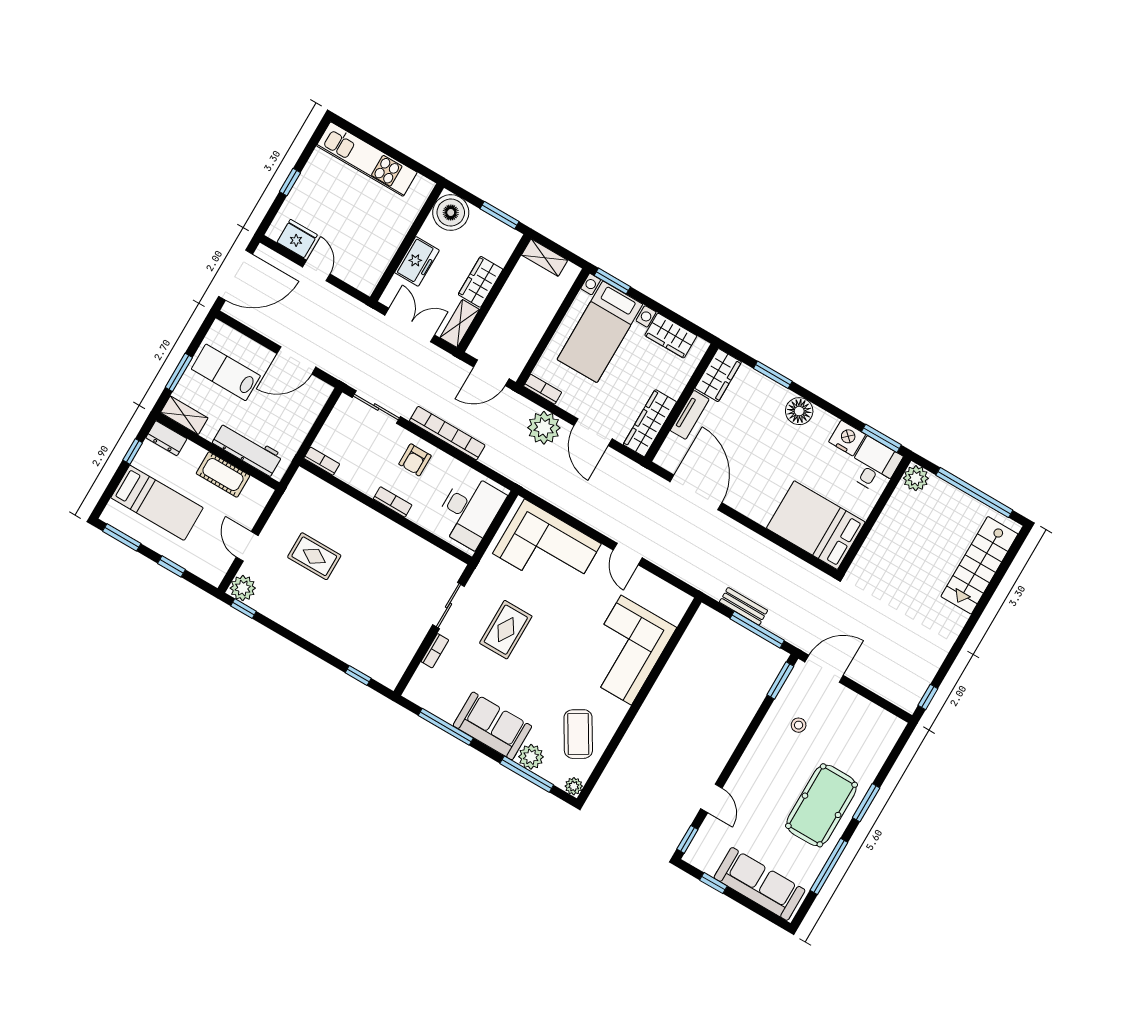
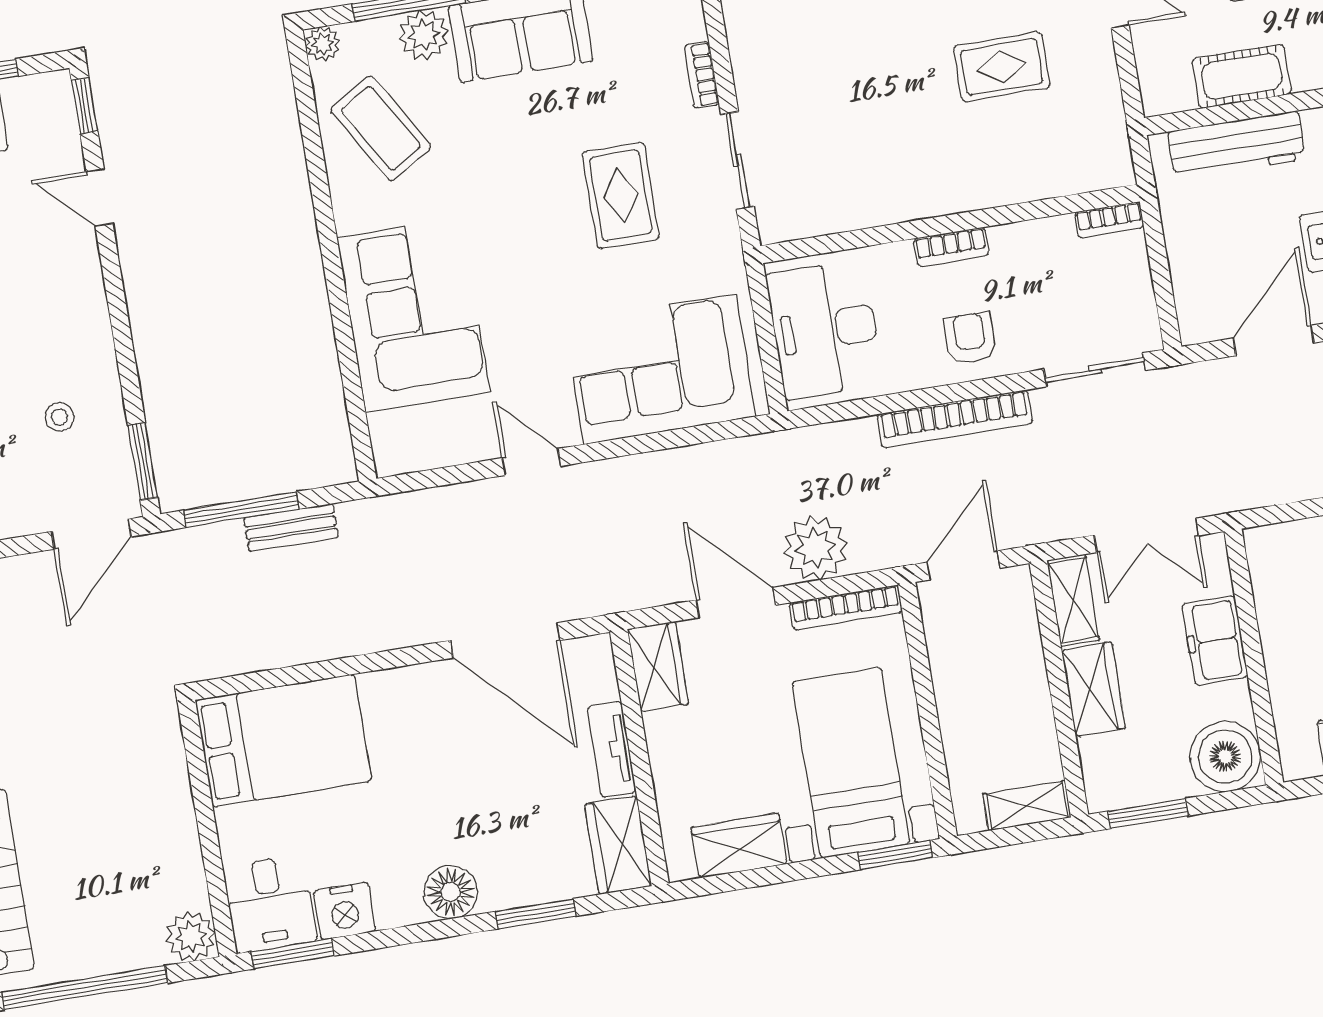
bookcase: (543, 389) -> (846, 608), width x1.56
wardrobe: (650, 423) -> (658, 667), width x0.67

